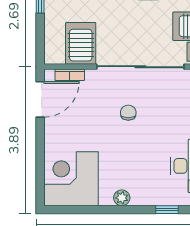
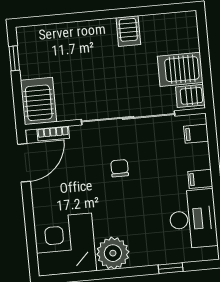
server rack: (81, 43) -> (39, 101), moved
plant: (122, 198) -> (113, 253), width x1.88, depth x1.88

